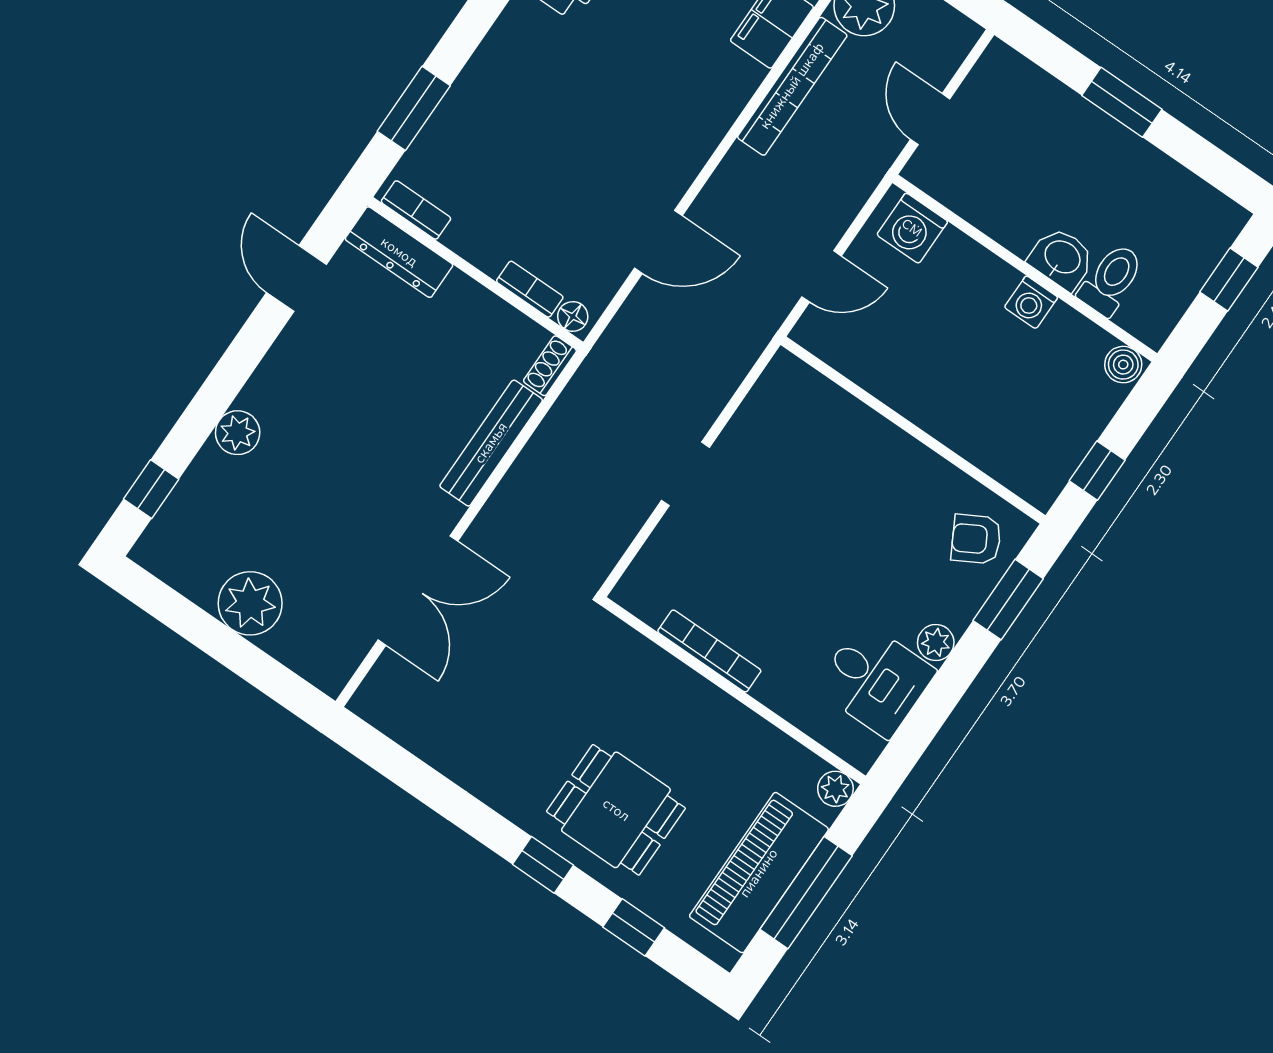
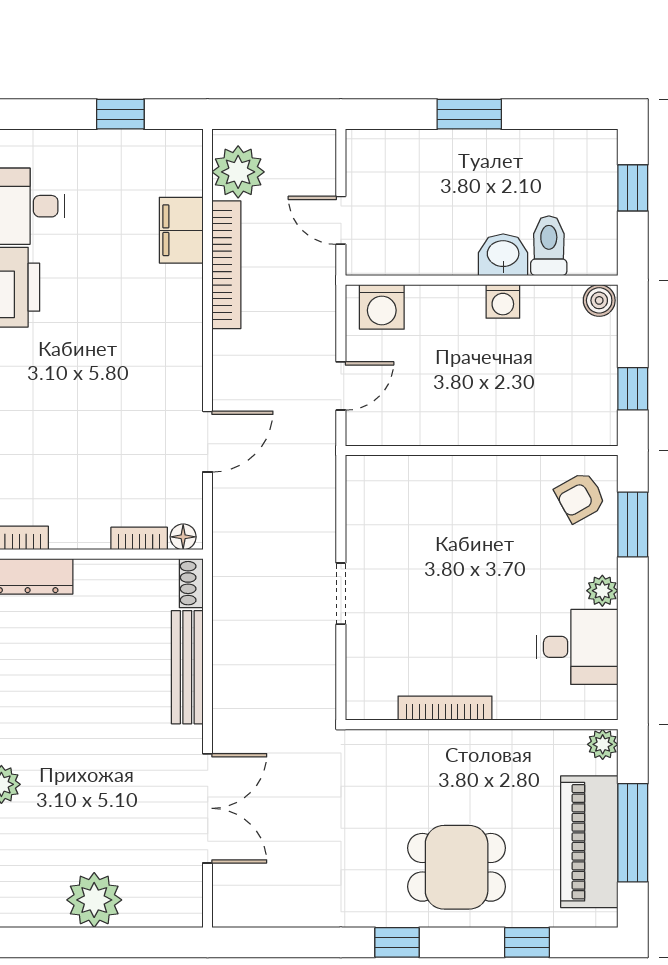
window: (543, 865) -> (397, 942), moved

